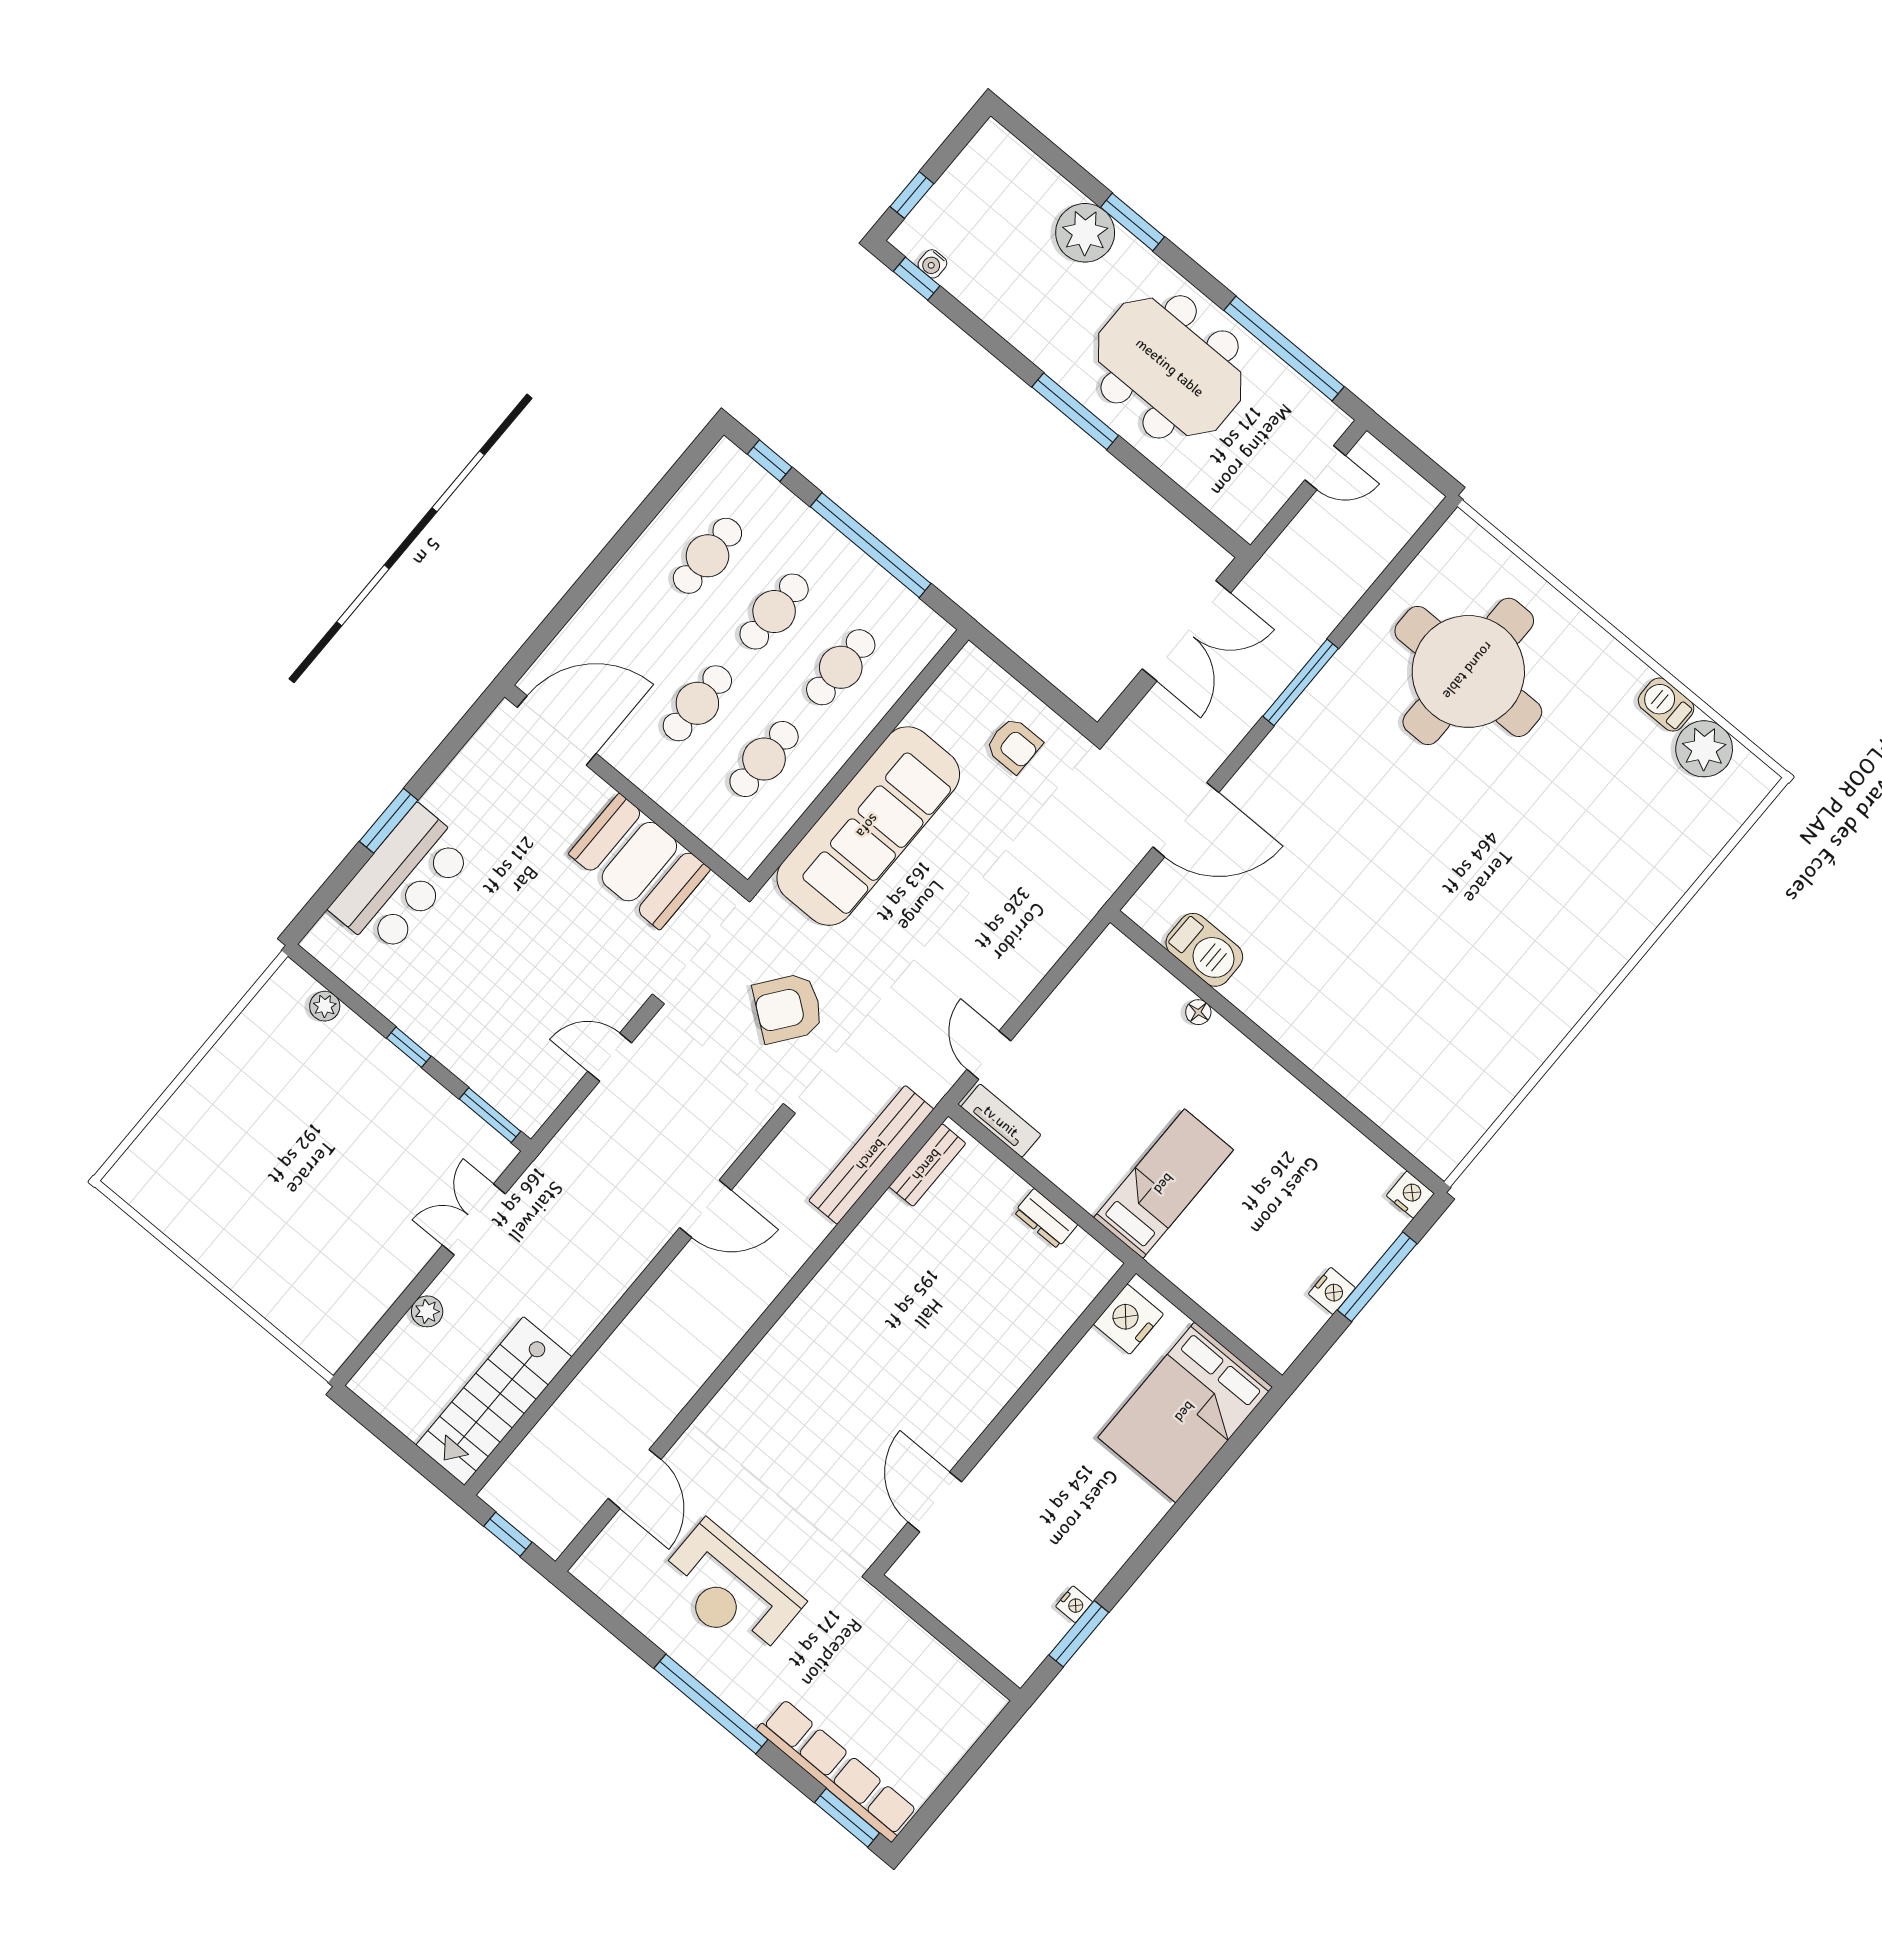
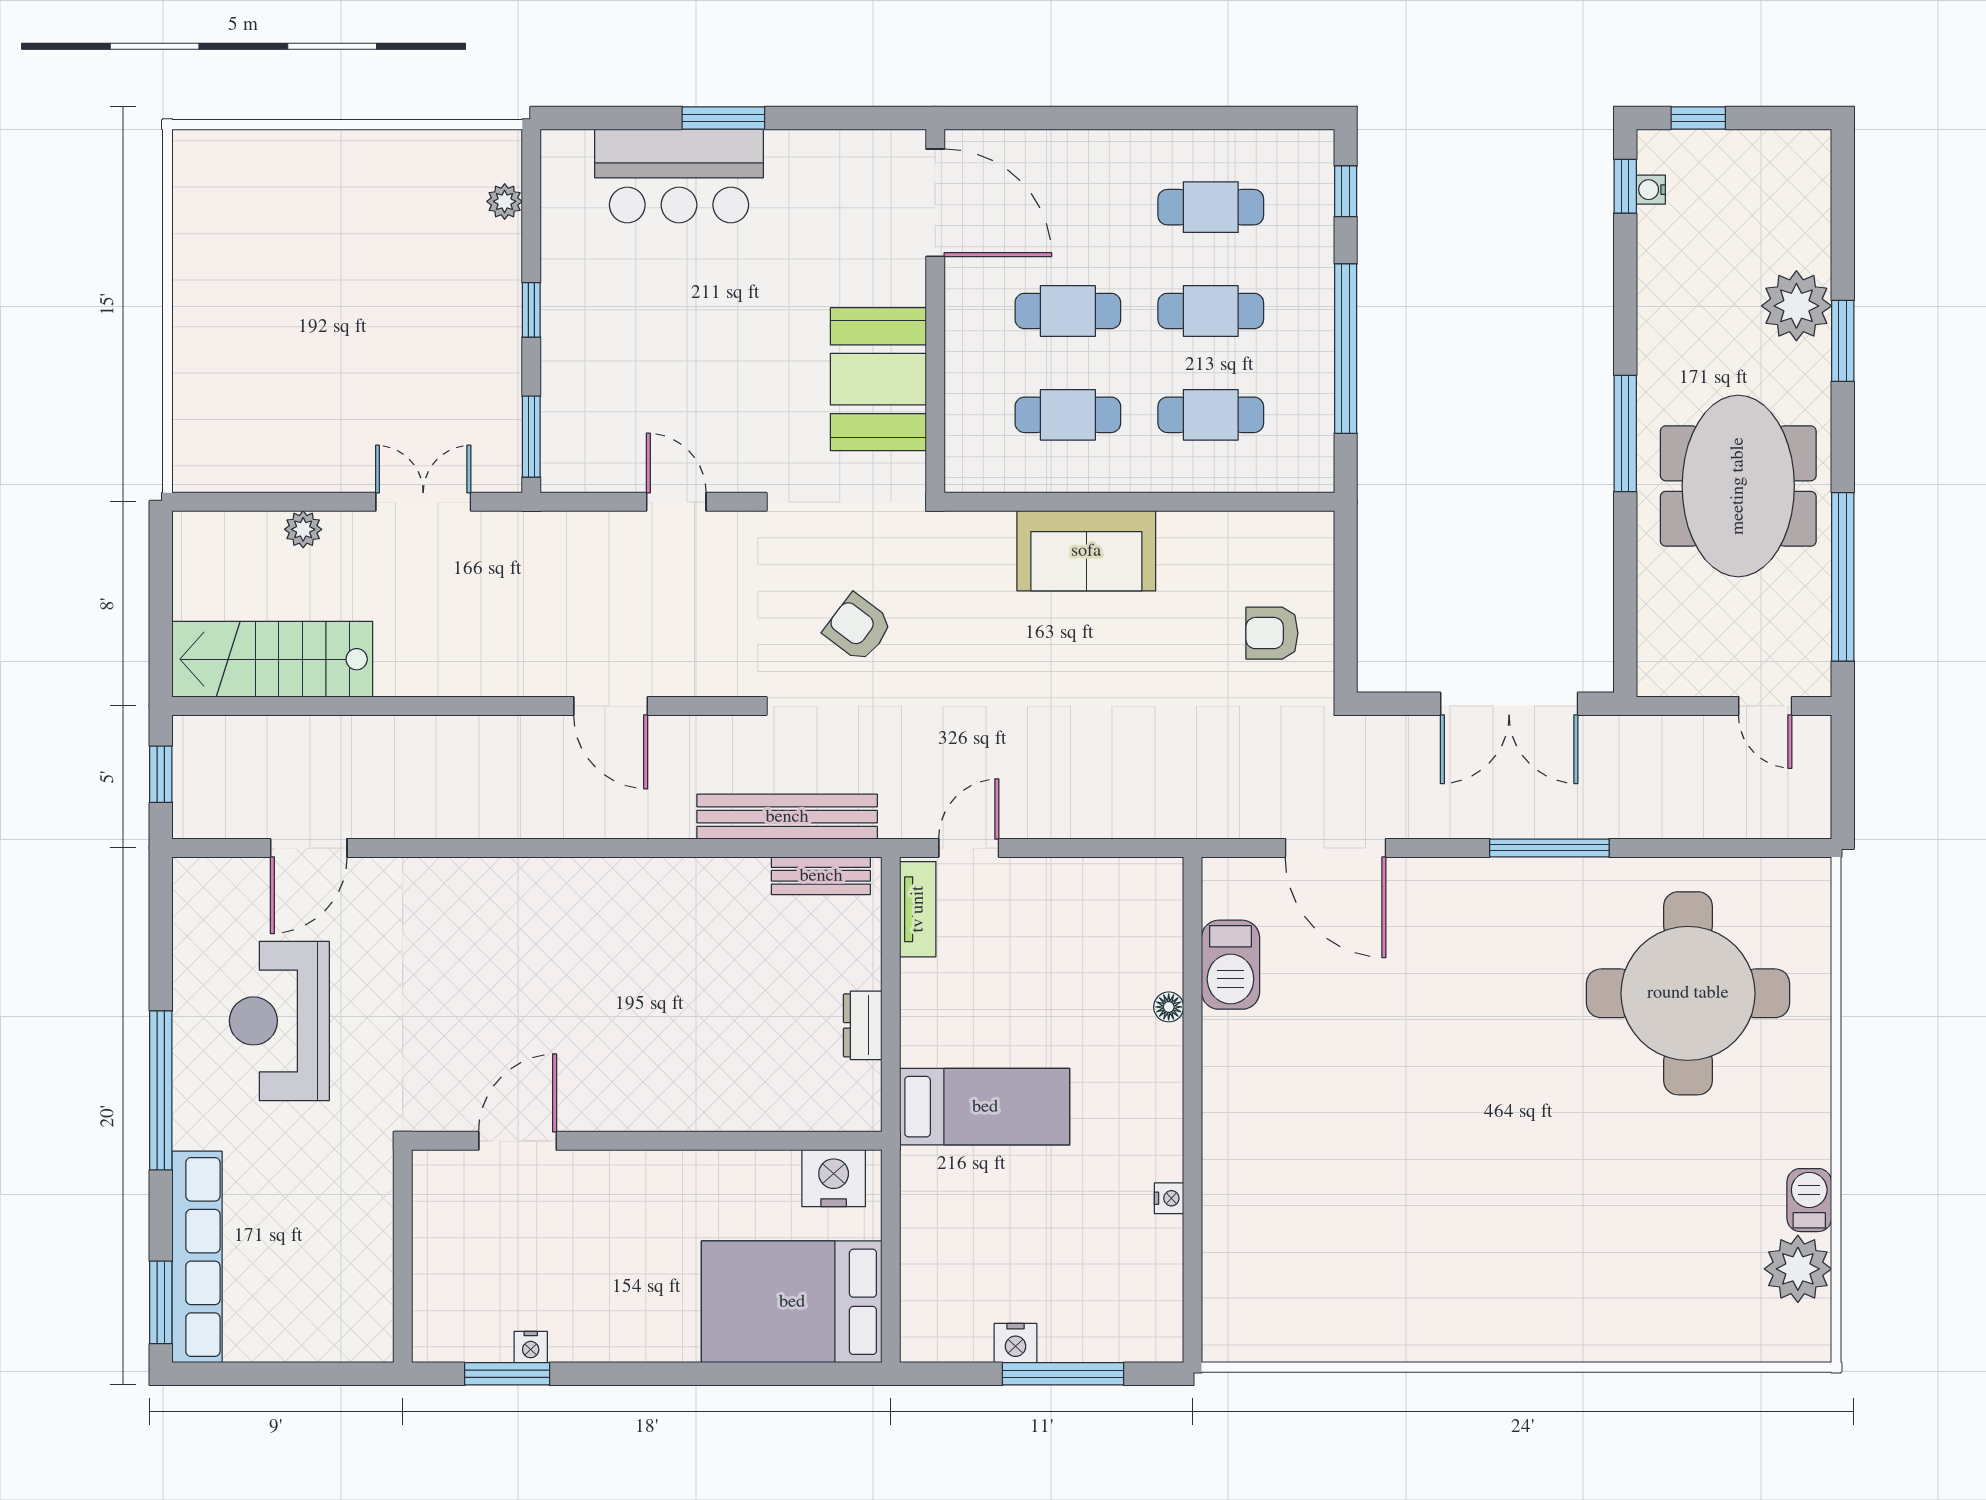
armchair: (1014, 745) -> (1272, 633), turned 90
sofa: (868, 826) -> (1086, 551), width x0.54, depth x0.79
armchair: (788, 1008) -> (858, 628), width x0.72, depth x0.72
nightstand: (1410, 1195) -> (1169, 1198), moved, width x0.72, depth x0.74

